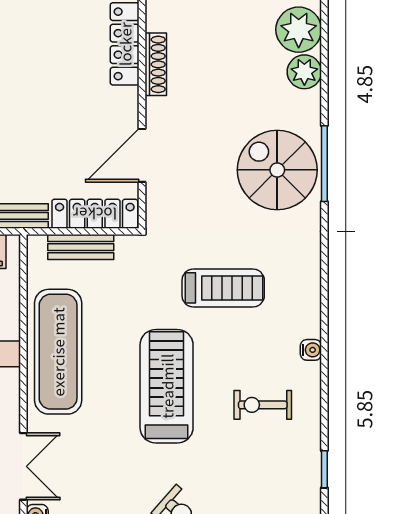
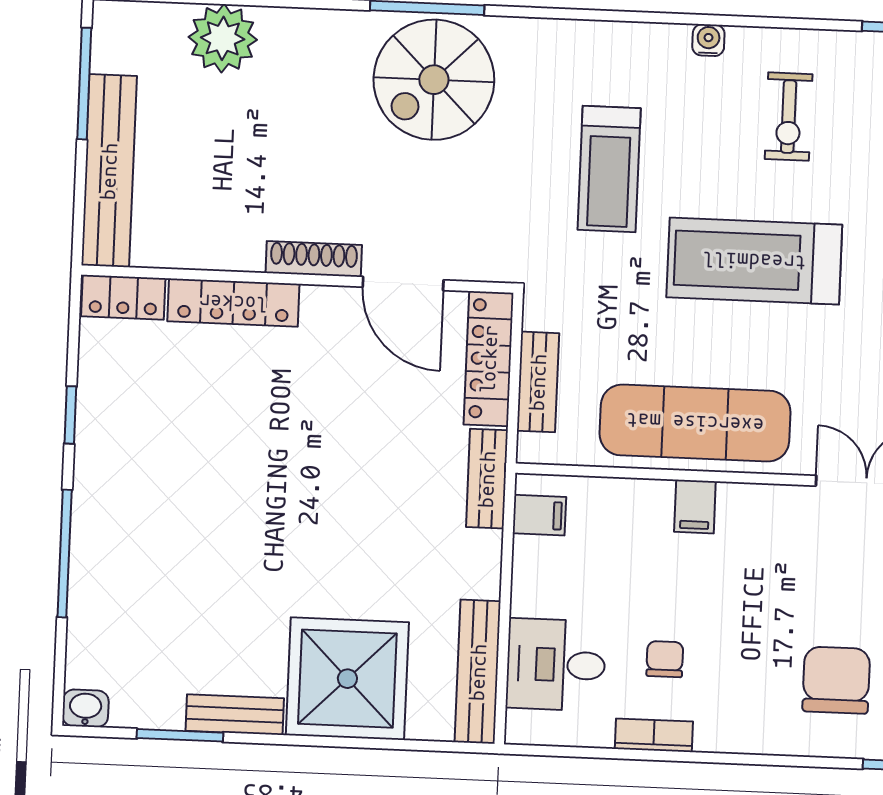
shoe rack: (156, 64) -> (314, 259), moved
plant: (304, 72) -> (287, 32), removed
treadmill: (223, 288) -> (609, 169), turned 180

